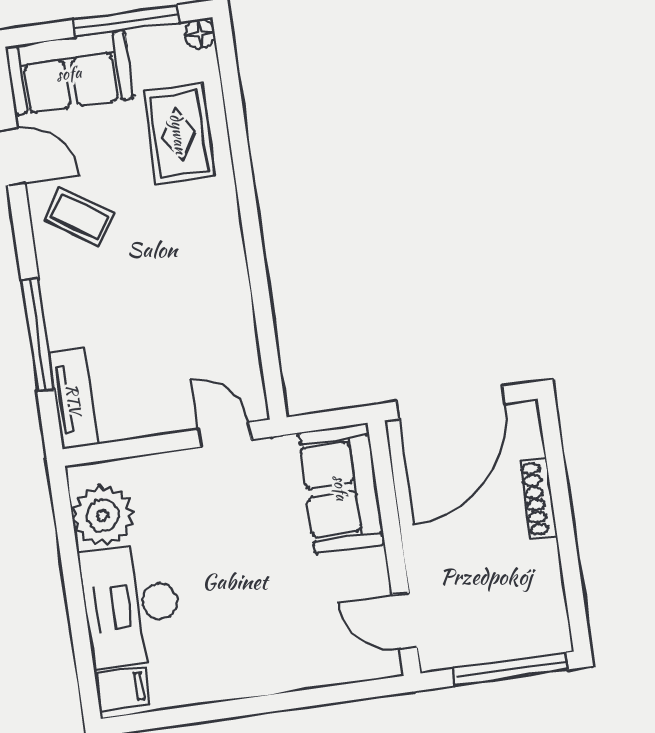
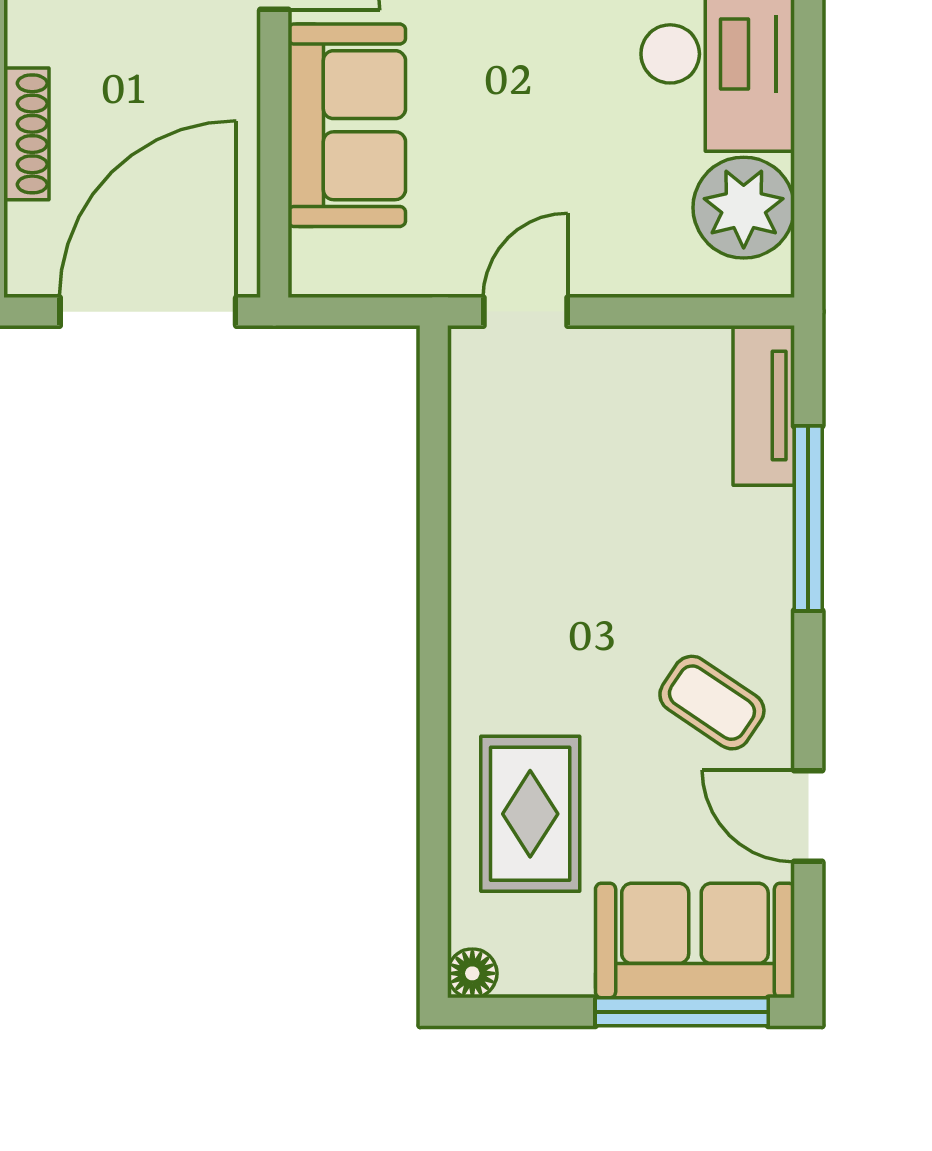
window: (126, 21) -> (682, 1012), moved
door: (225, 435) -> (525, 312), swing flipped
sofa: (341, 488) -> (347, 125), moved

